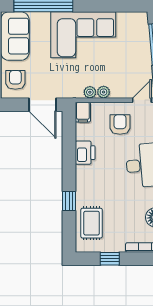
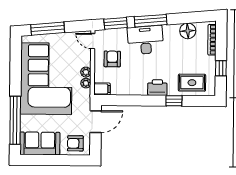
corner sofa: (83, 35) -> (46, 79), width x1.36, depth x1.36
armchair: (120, 124) -> (112, 59), turned 90
printer: (85, 153) -> (157, 88), moved

